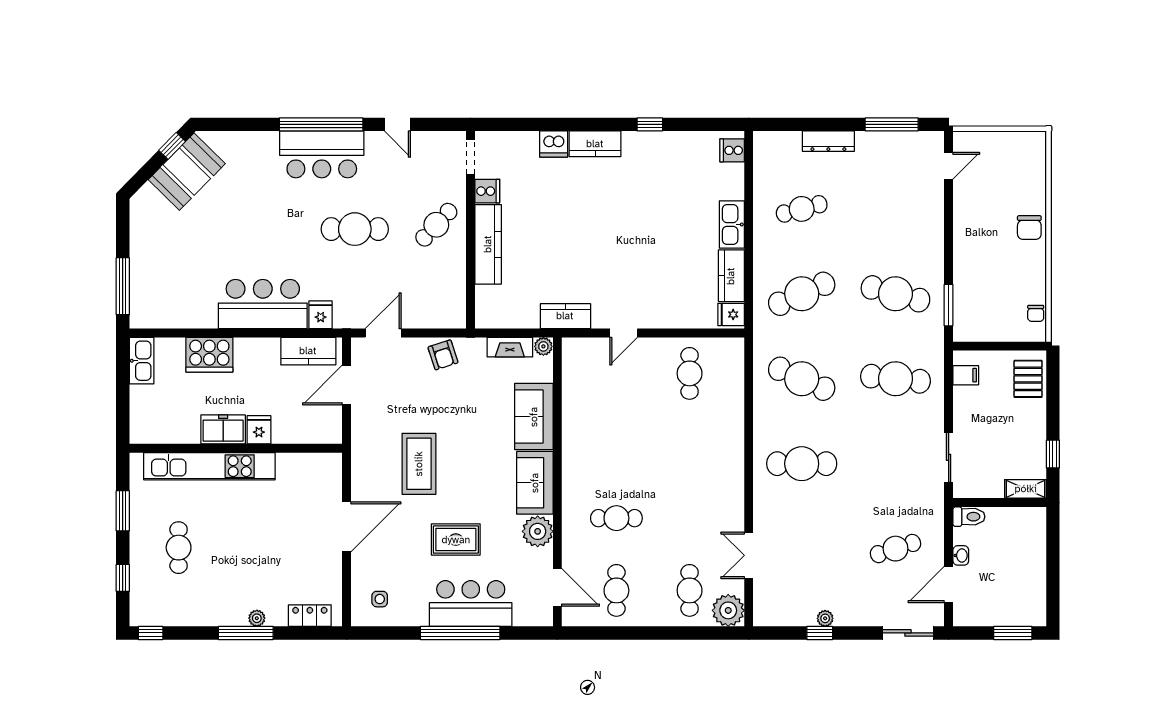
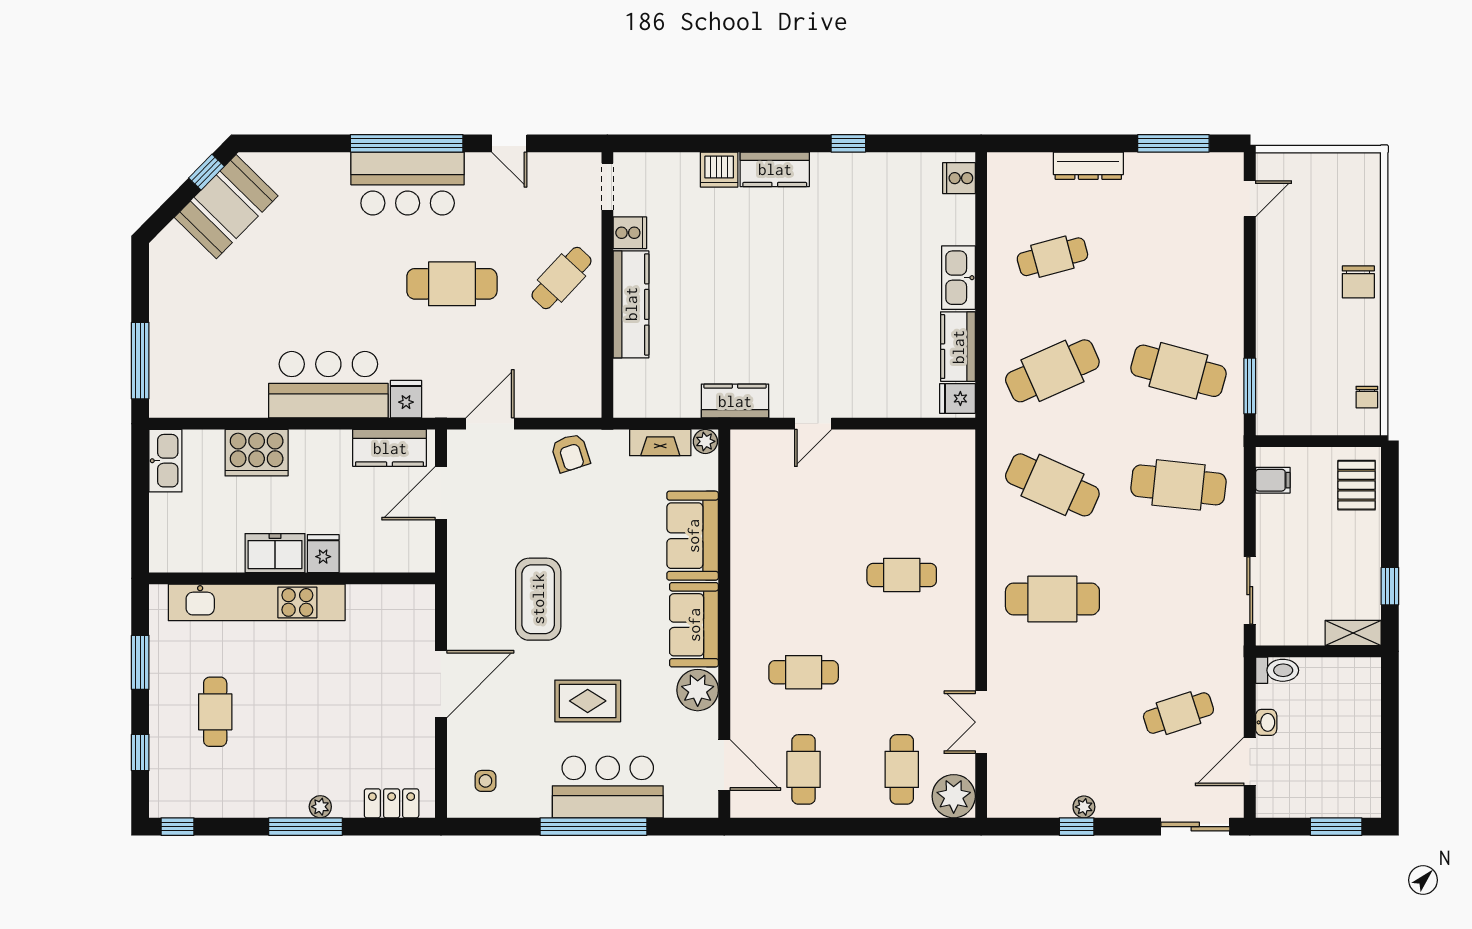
cafe table: (690, 373) -> (902, 575), moved, turned 90

